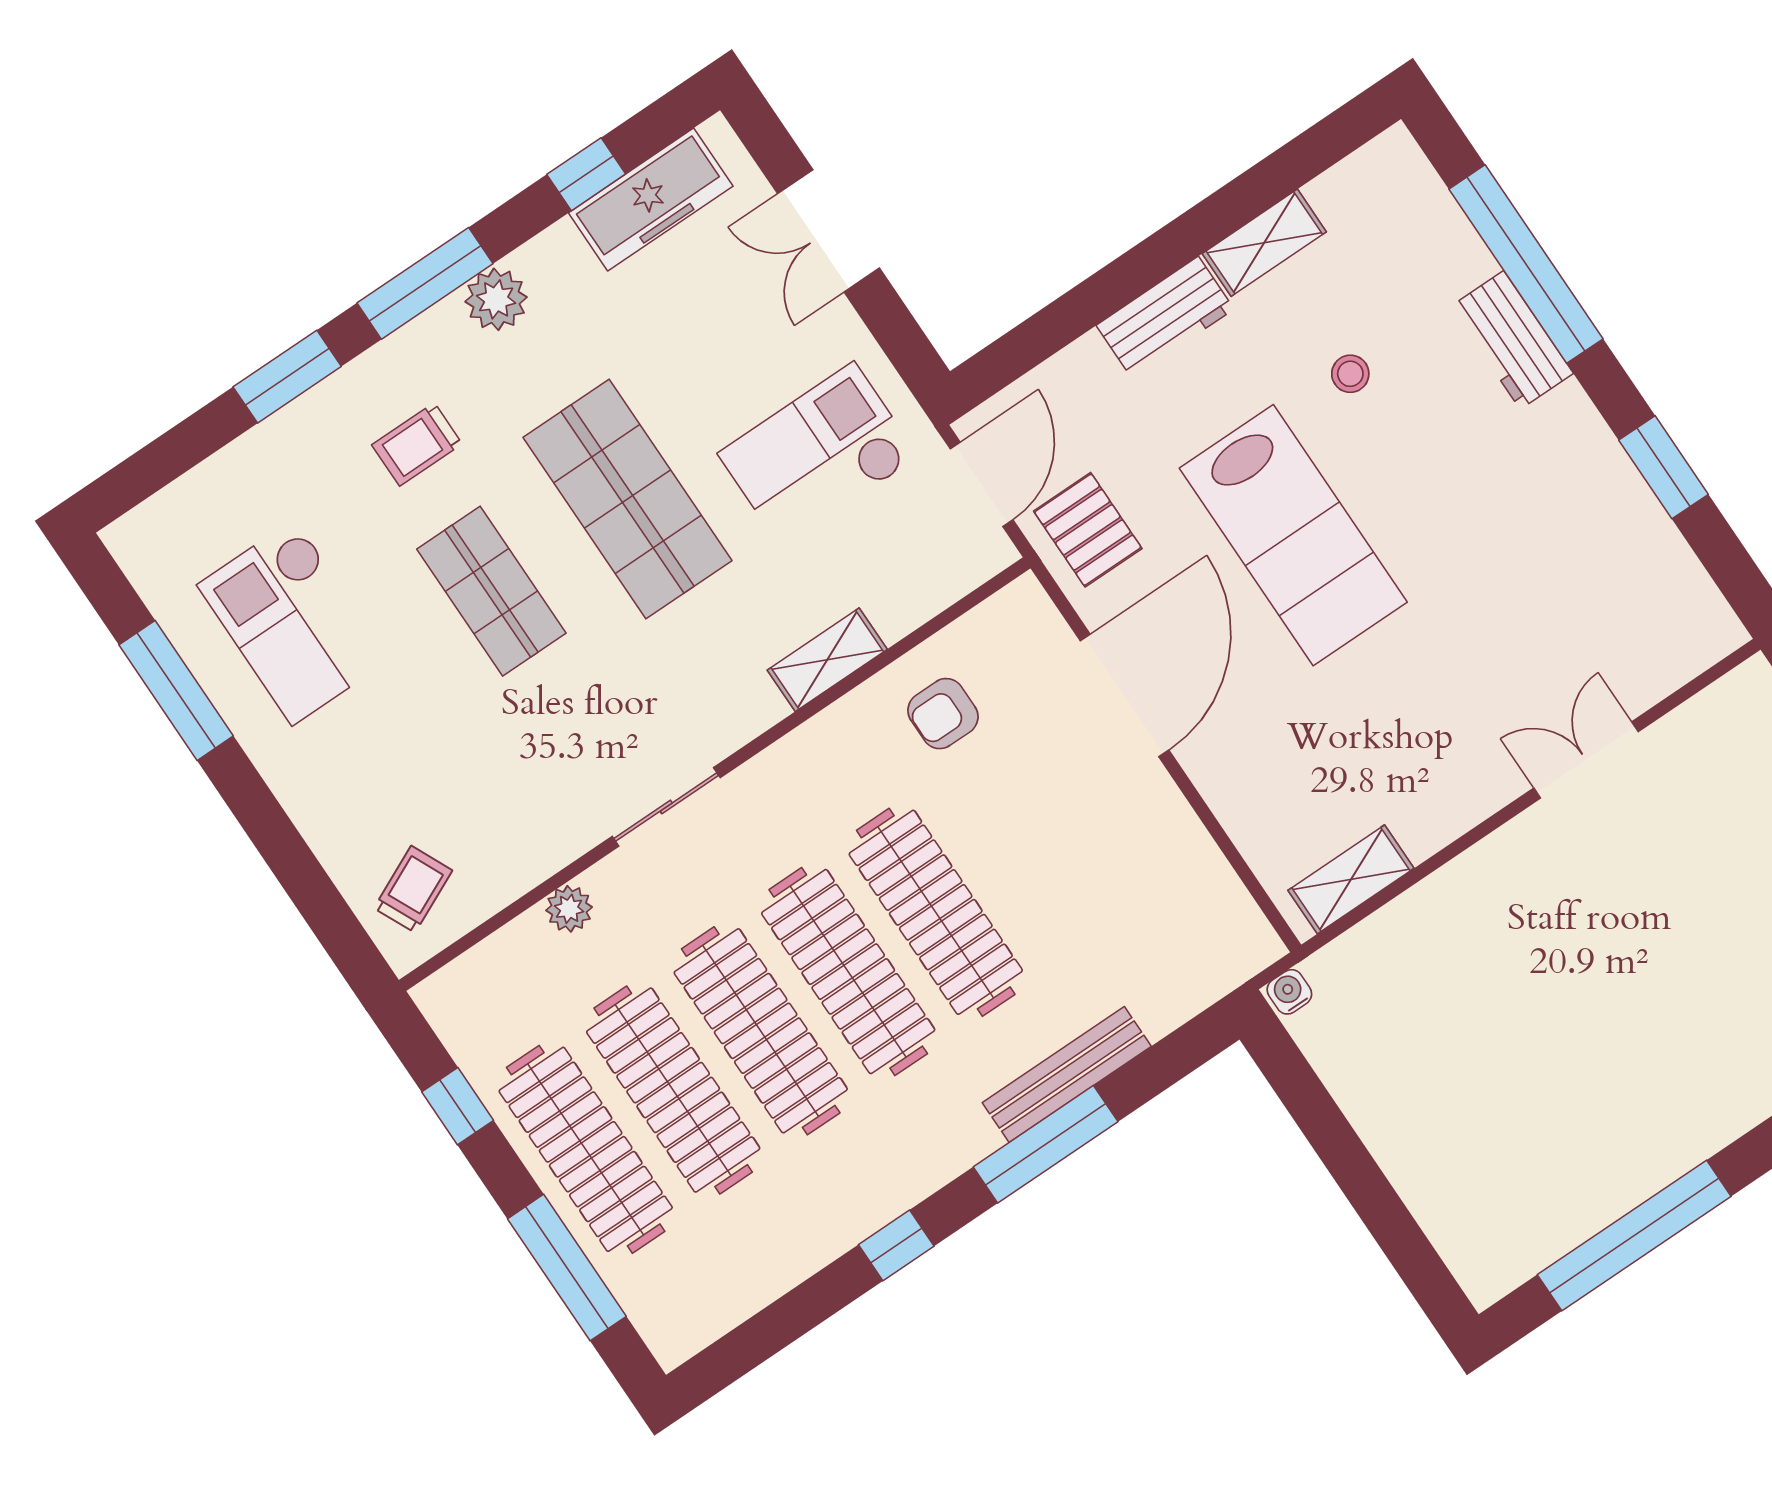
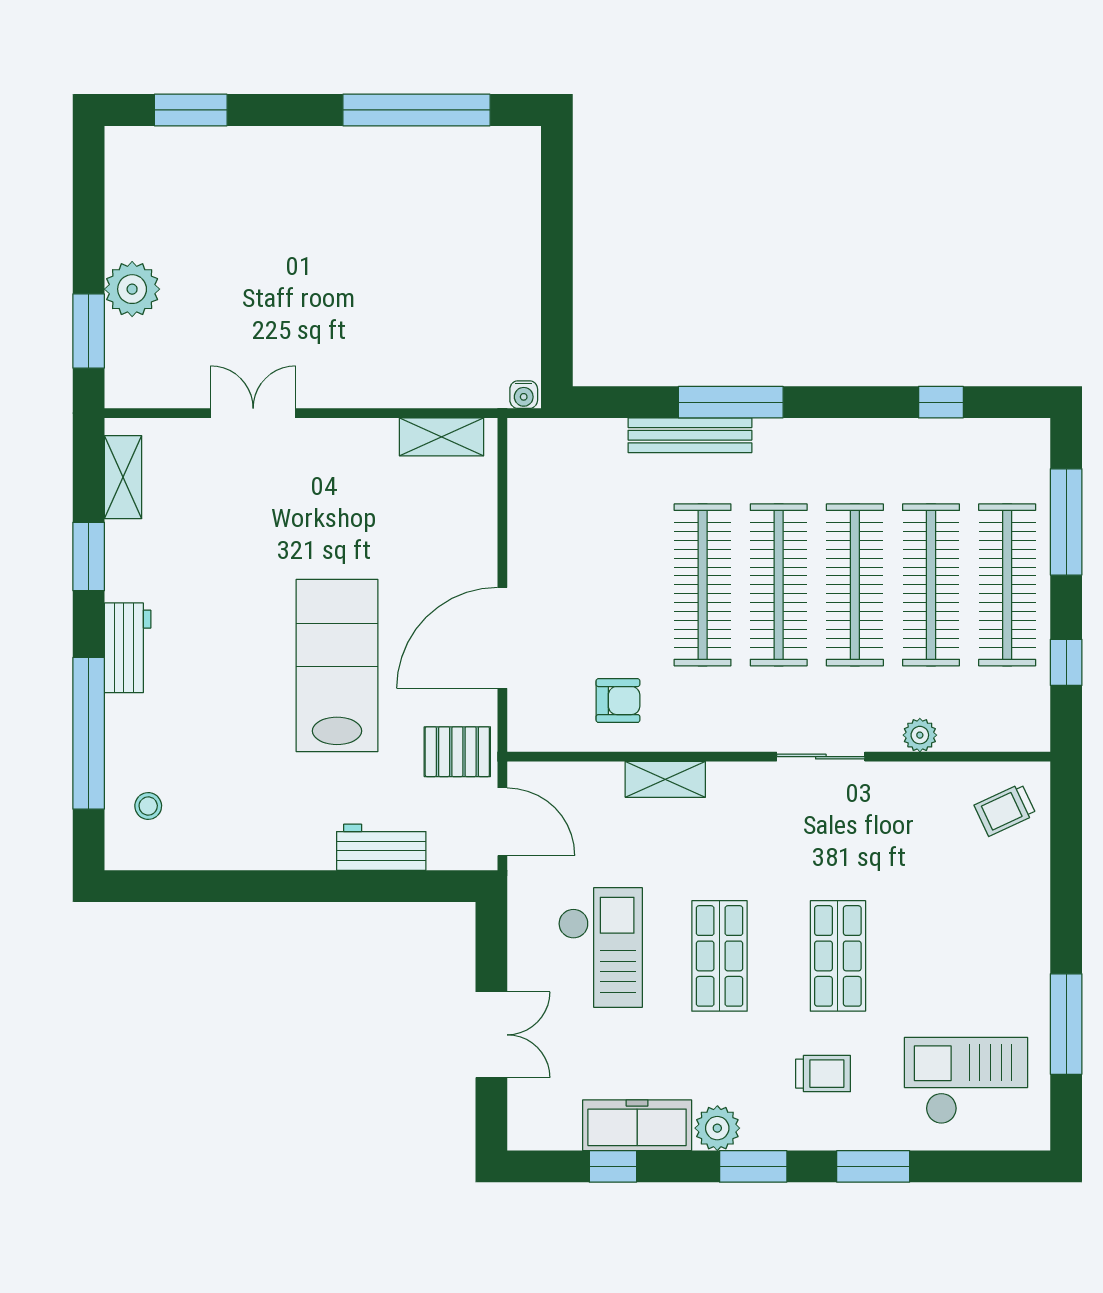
freezer: (651, 199) -> (637, 1125), moved
shelving: (1264, 243) -> (123, 477), moved, turned 90
window: (425, 283) -> (753, 1166), width x0.69
workbench: (1165, 317) -> (381, 847), moved
workbench: (1512, 340) -> (128, 648), moved
stool: (1350, 374) -> (148, 806), moved
checkout: (818, 455) -> (600, 948), moved, turned -90
door: (982, 484) -> (502, 822), swing flipped
shop shelf: (627, 499) -> (720, 956), width x0.70, depth x0.74
pallet: (1088, 530) -> (457, 752), turned 90
checkout: (294, 622) -> (966, 1081), moved, turned -90
double door: (1586, 760) -> (253, 413), swing flipped
window: (896, 1245) -> (941, 402), moved

